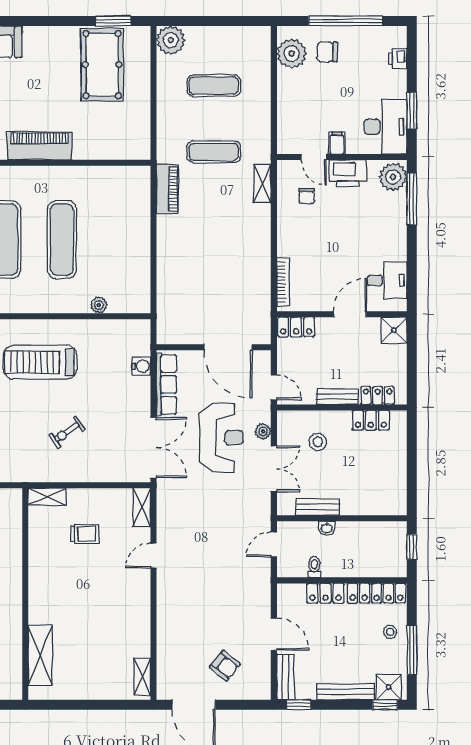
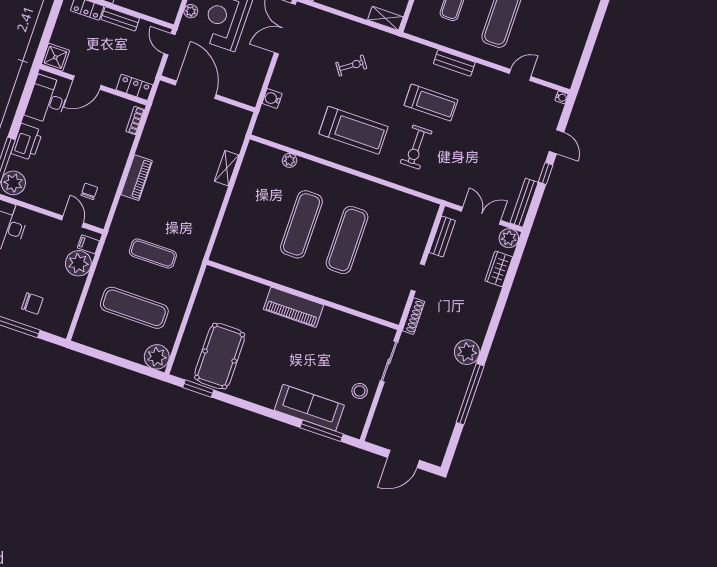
plant: (292, 54) -> (78, 263), moved
exercise mat: (214, 85) -> (134, 308), width x1.36, depth x1.45
filing cabinet: (337, 143) -> (88, 244), moved, turned 90
printer: (348, 173) -> (27, 142), moved, turned 90
shelving: (262, 184) -> (227, 168), moved
piano: (167, 189) -> (137, 178), moved, turned 180
desk: (387, 280) -> (47, 100), width x1.37
bookcase: (283, 282) -> (135, 121), width x0.64
row of seats: (166, 385) -> (257, 77), removed

